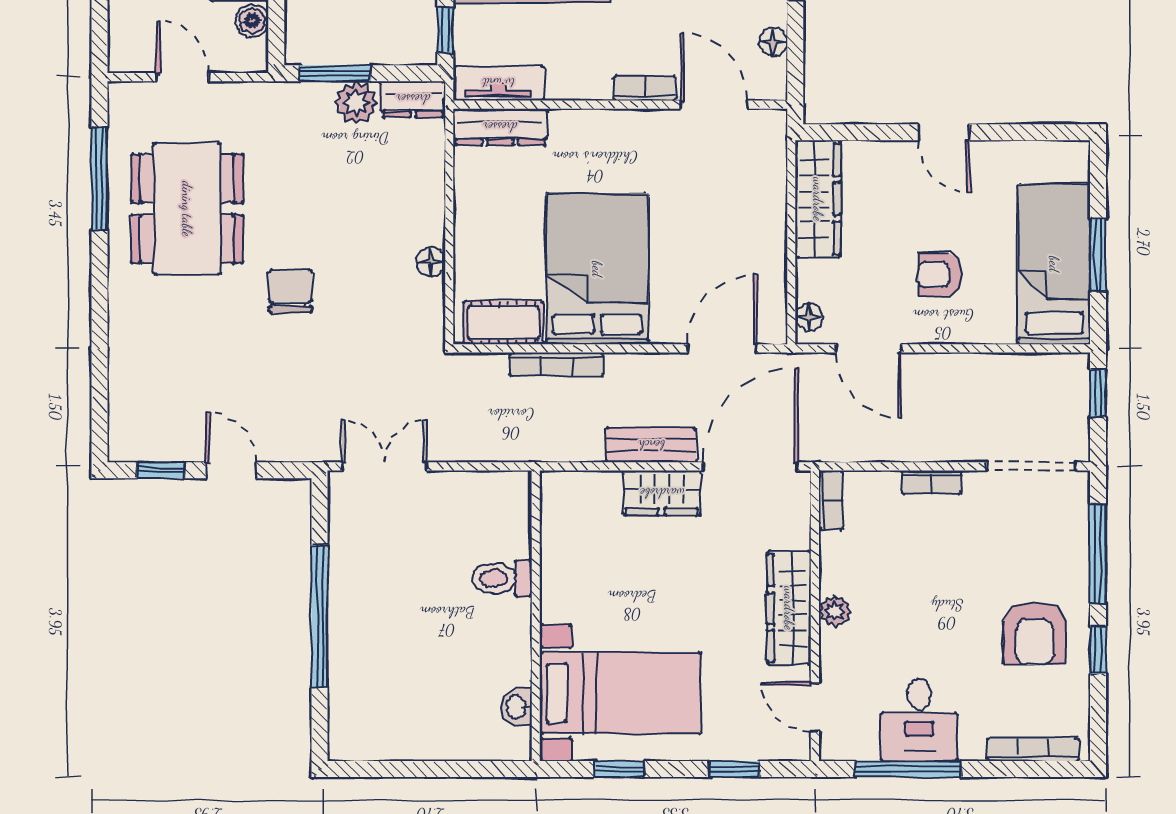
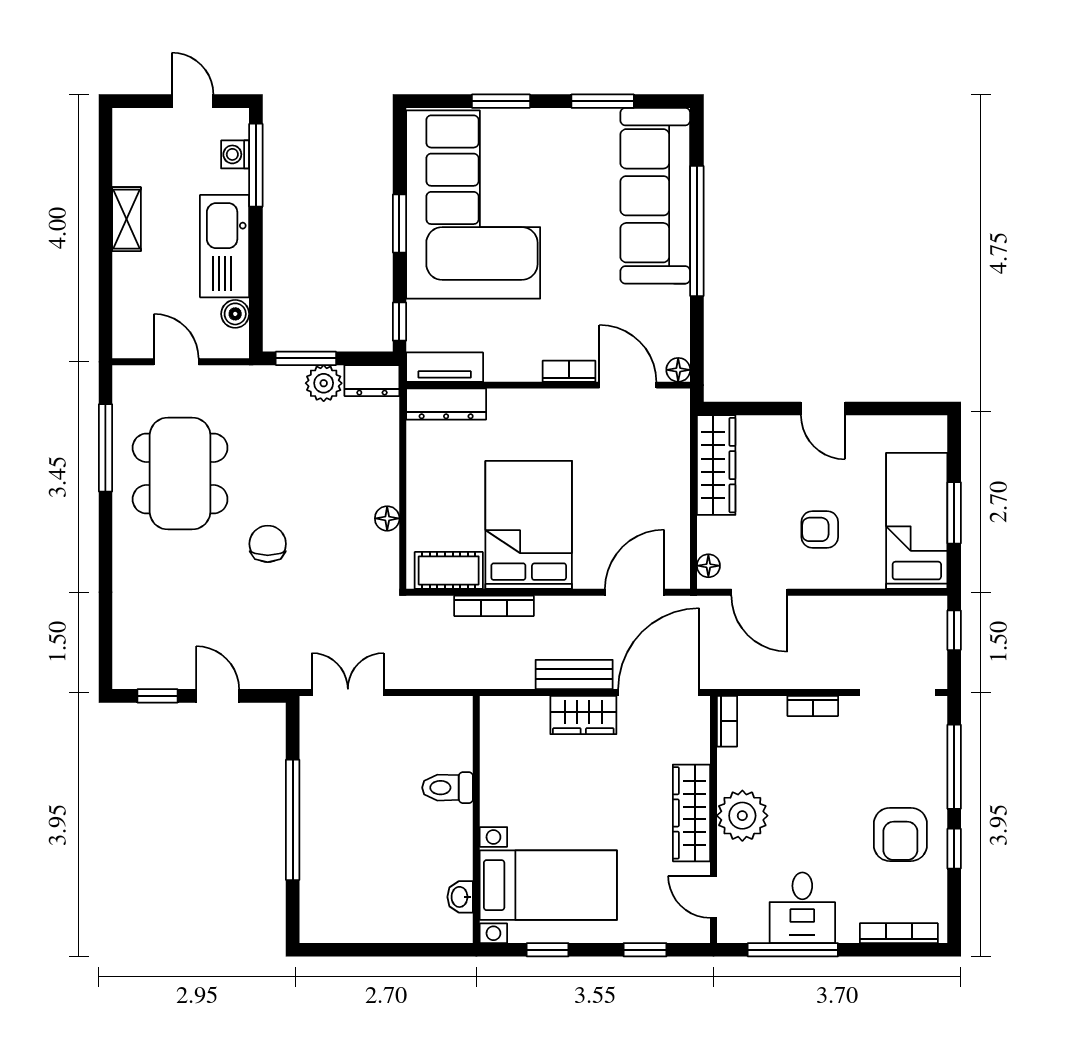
floor lamp: (773, 42) -> (678, 370), moved
plant: (835, 611) -> (742, 816), width x1.87, depth x1.87

